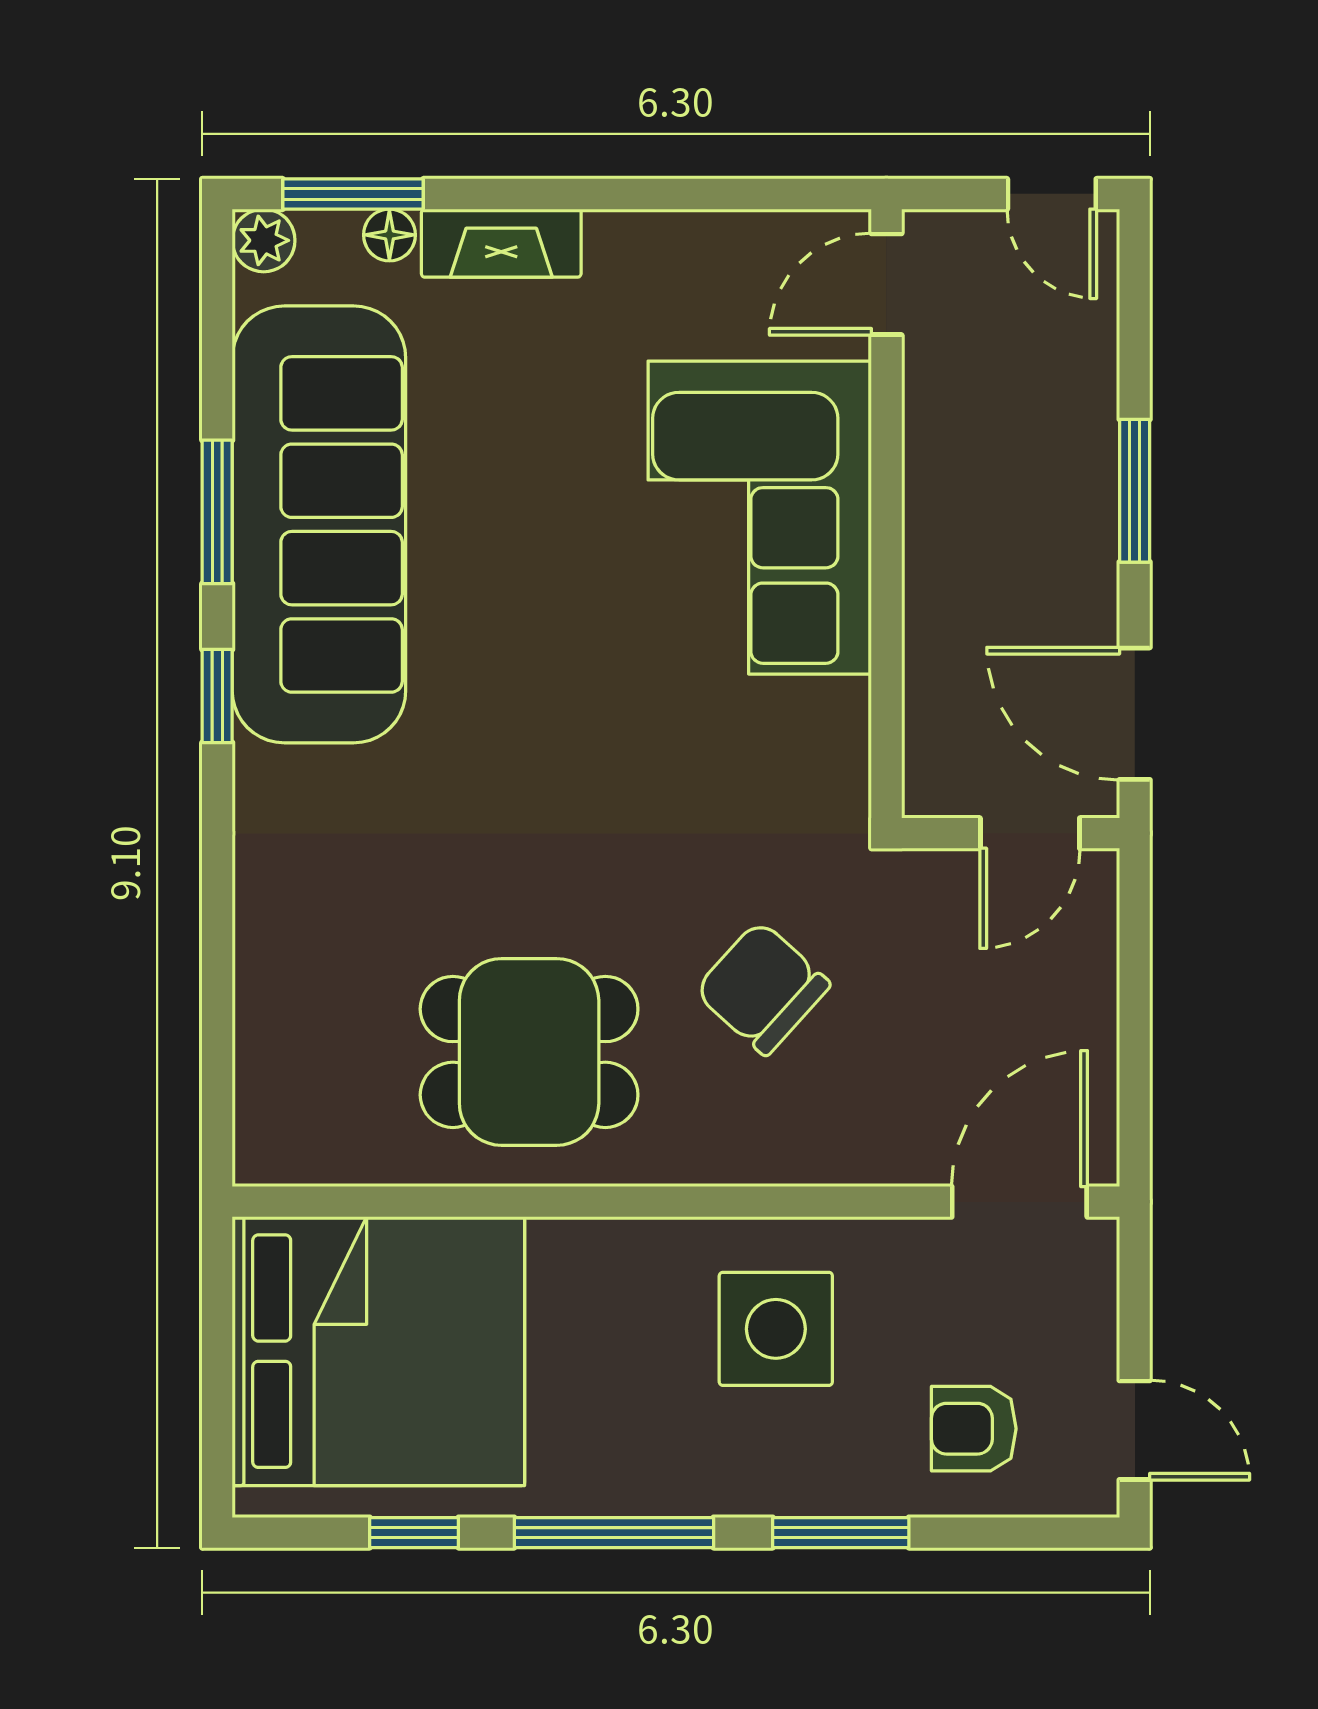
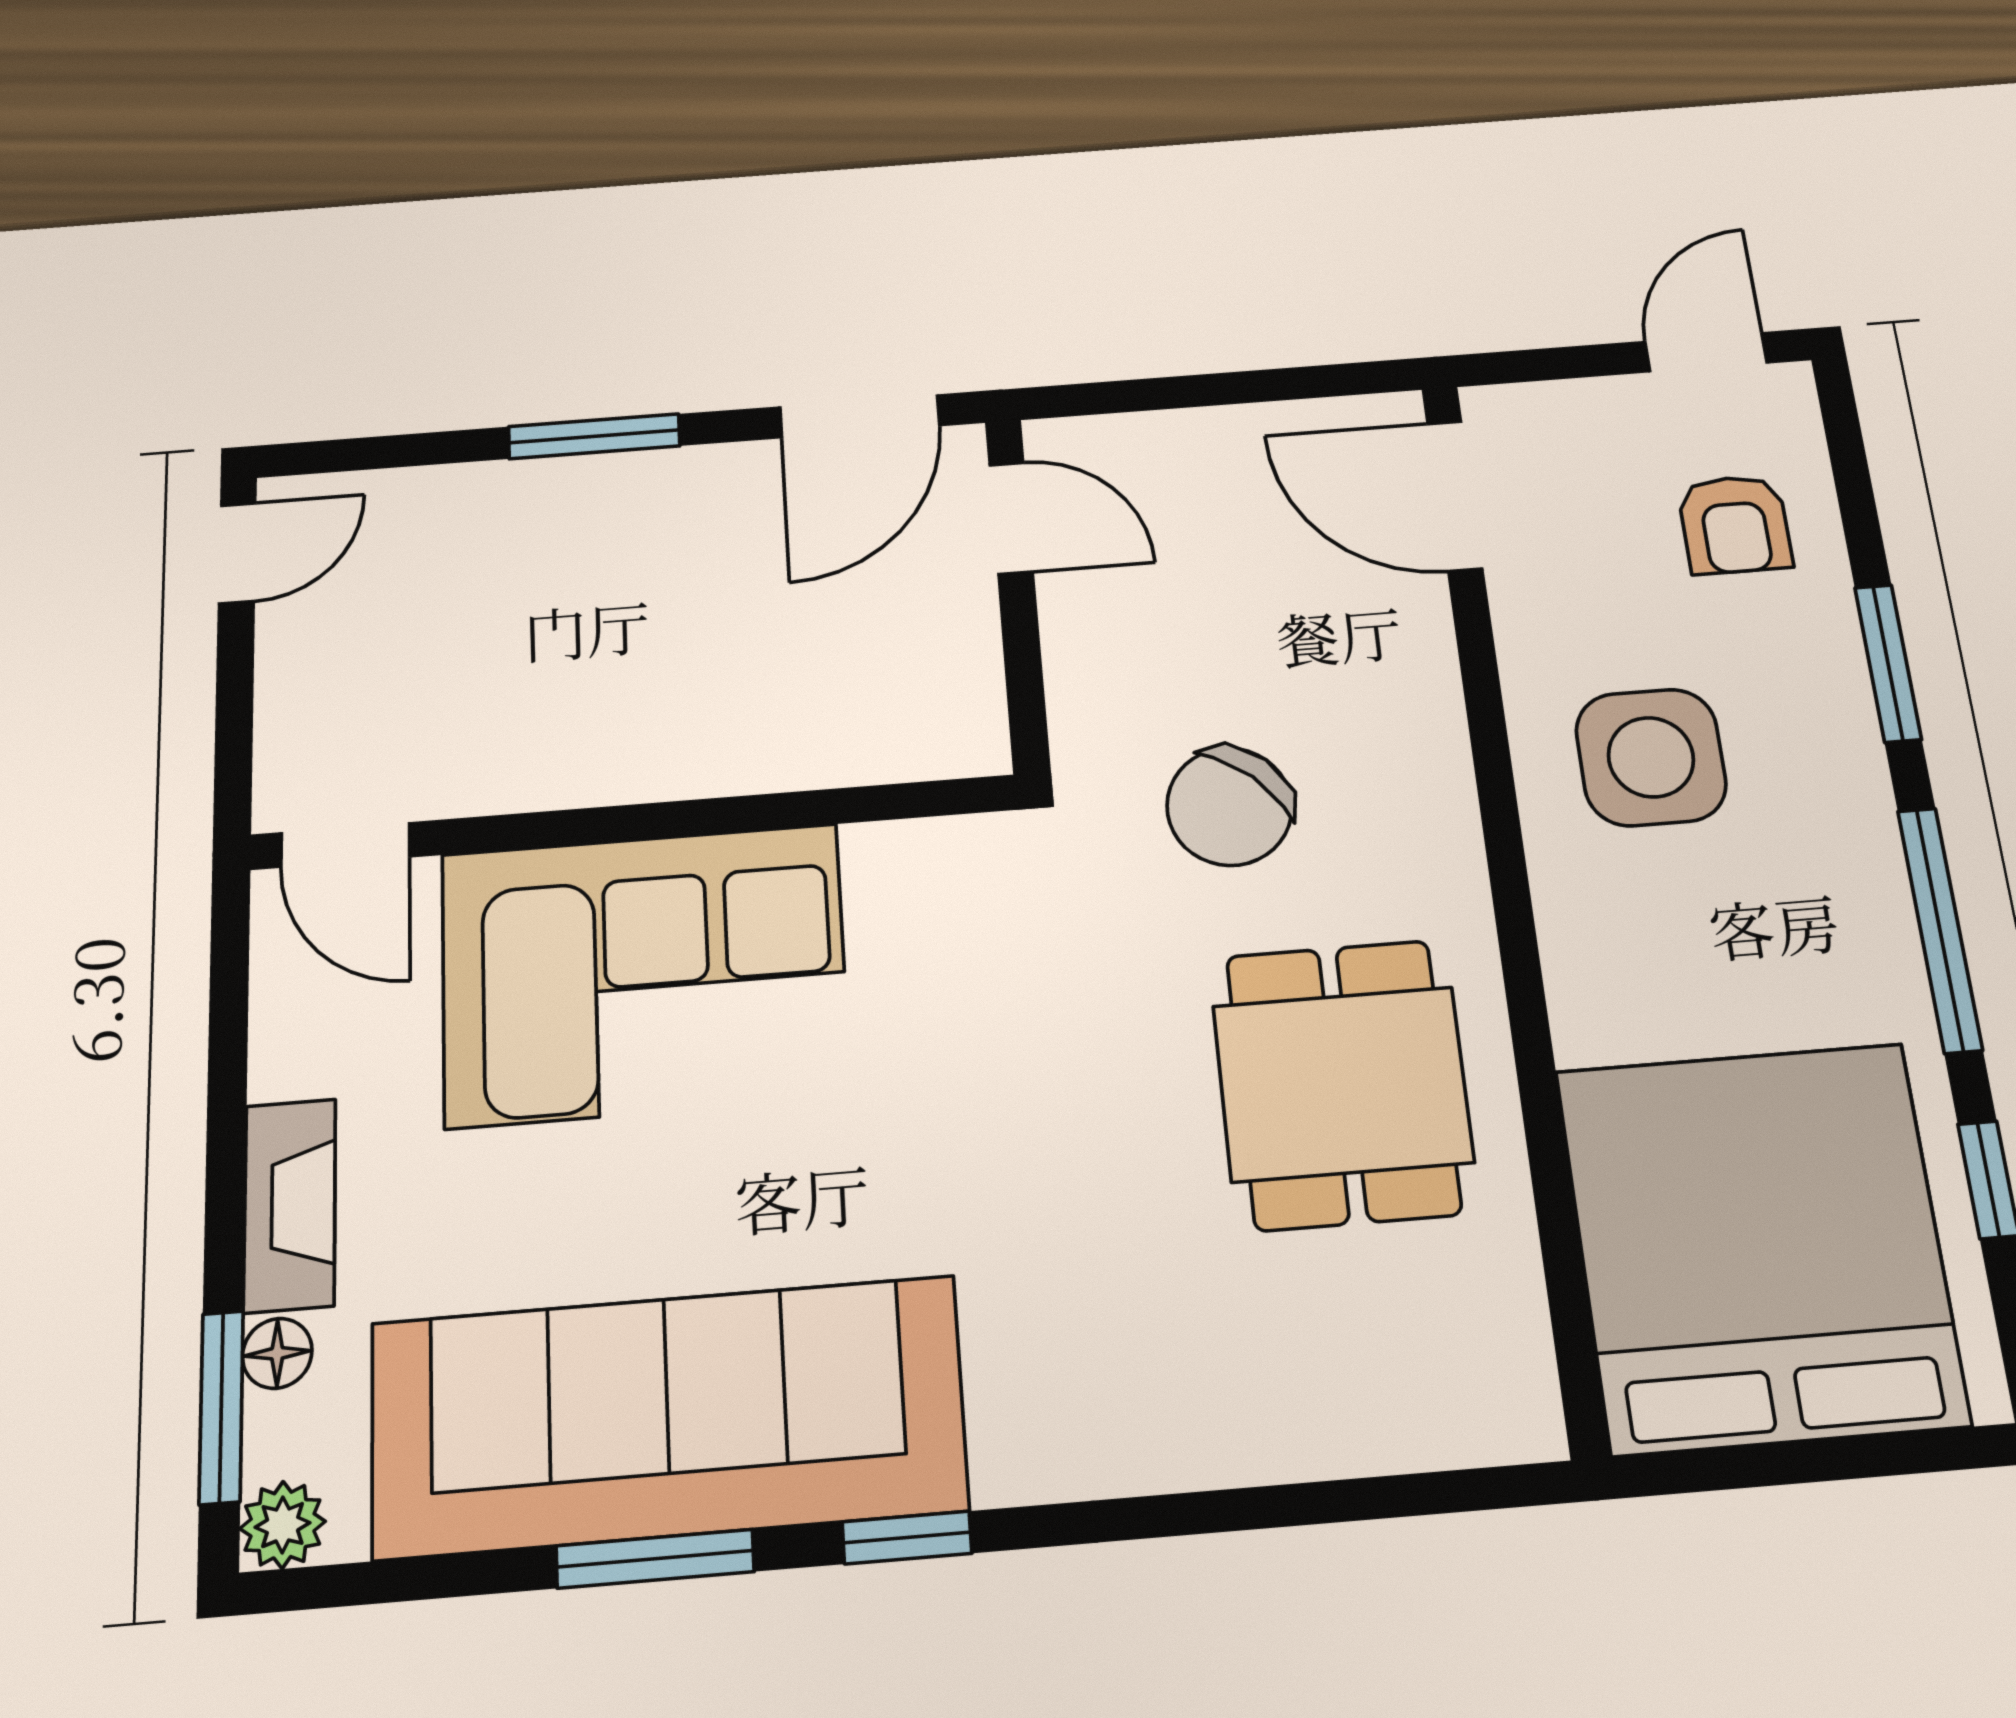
door: (886, 284) -> (345, 845), moved
wall: (886, 514) -> (634, 822), moved
corner sofa: (760, 518) -> (644, 974), moved

